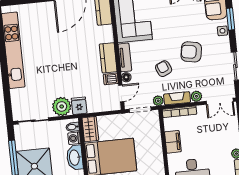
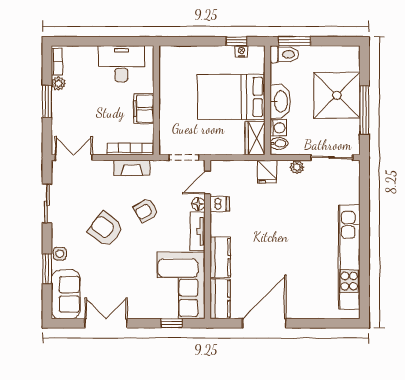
armchair: (191, 52) -> (106, 229), turned -152
kitchen counter: (108, 58) -> (220, 257), moved
armchair: (164, 69) -> (146, 210), turned 84
plant: (196, 96) -> (105, 168), removed
plant: (158, 101) -> (158, 167), removed
plant: (62, 106) -> (297, 167), width x0.53, depth x0.53

